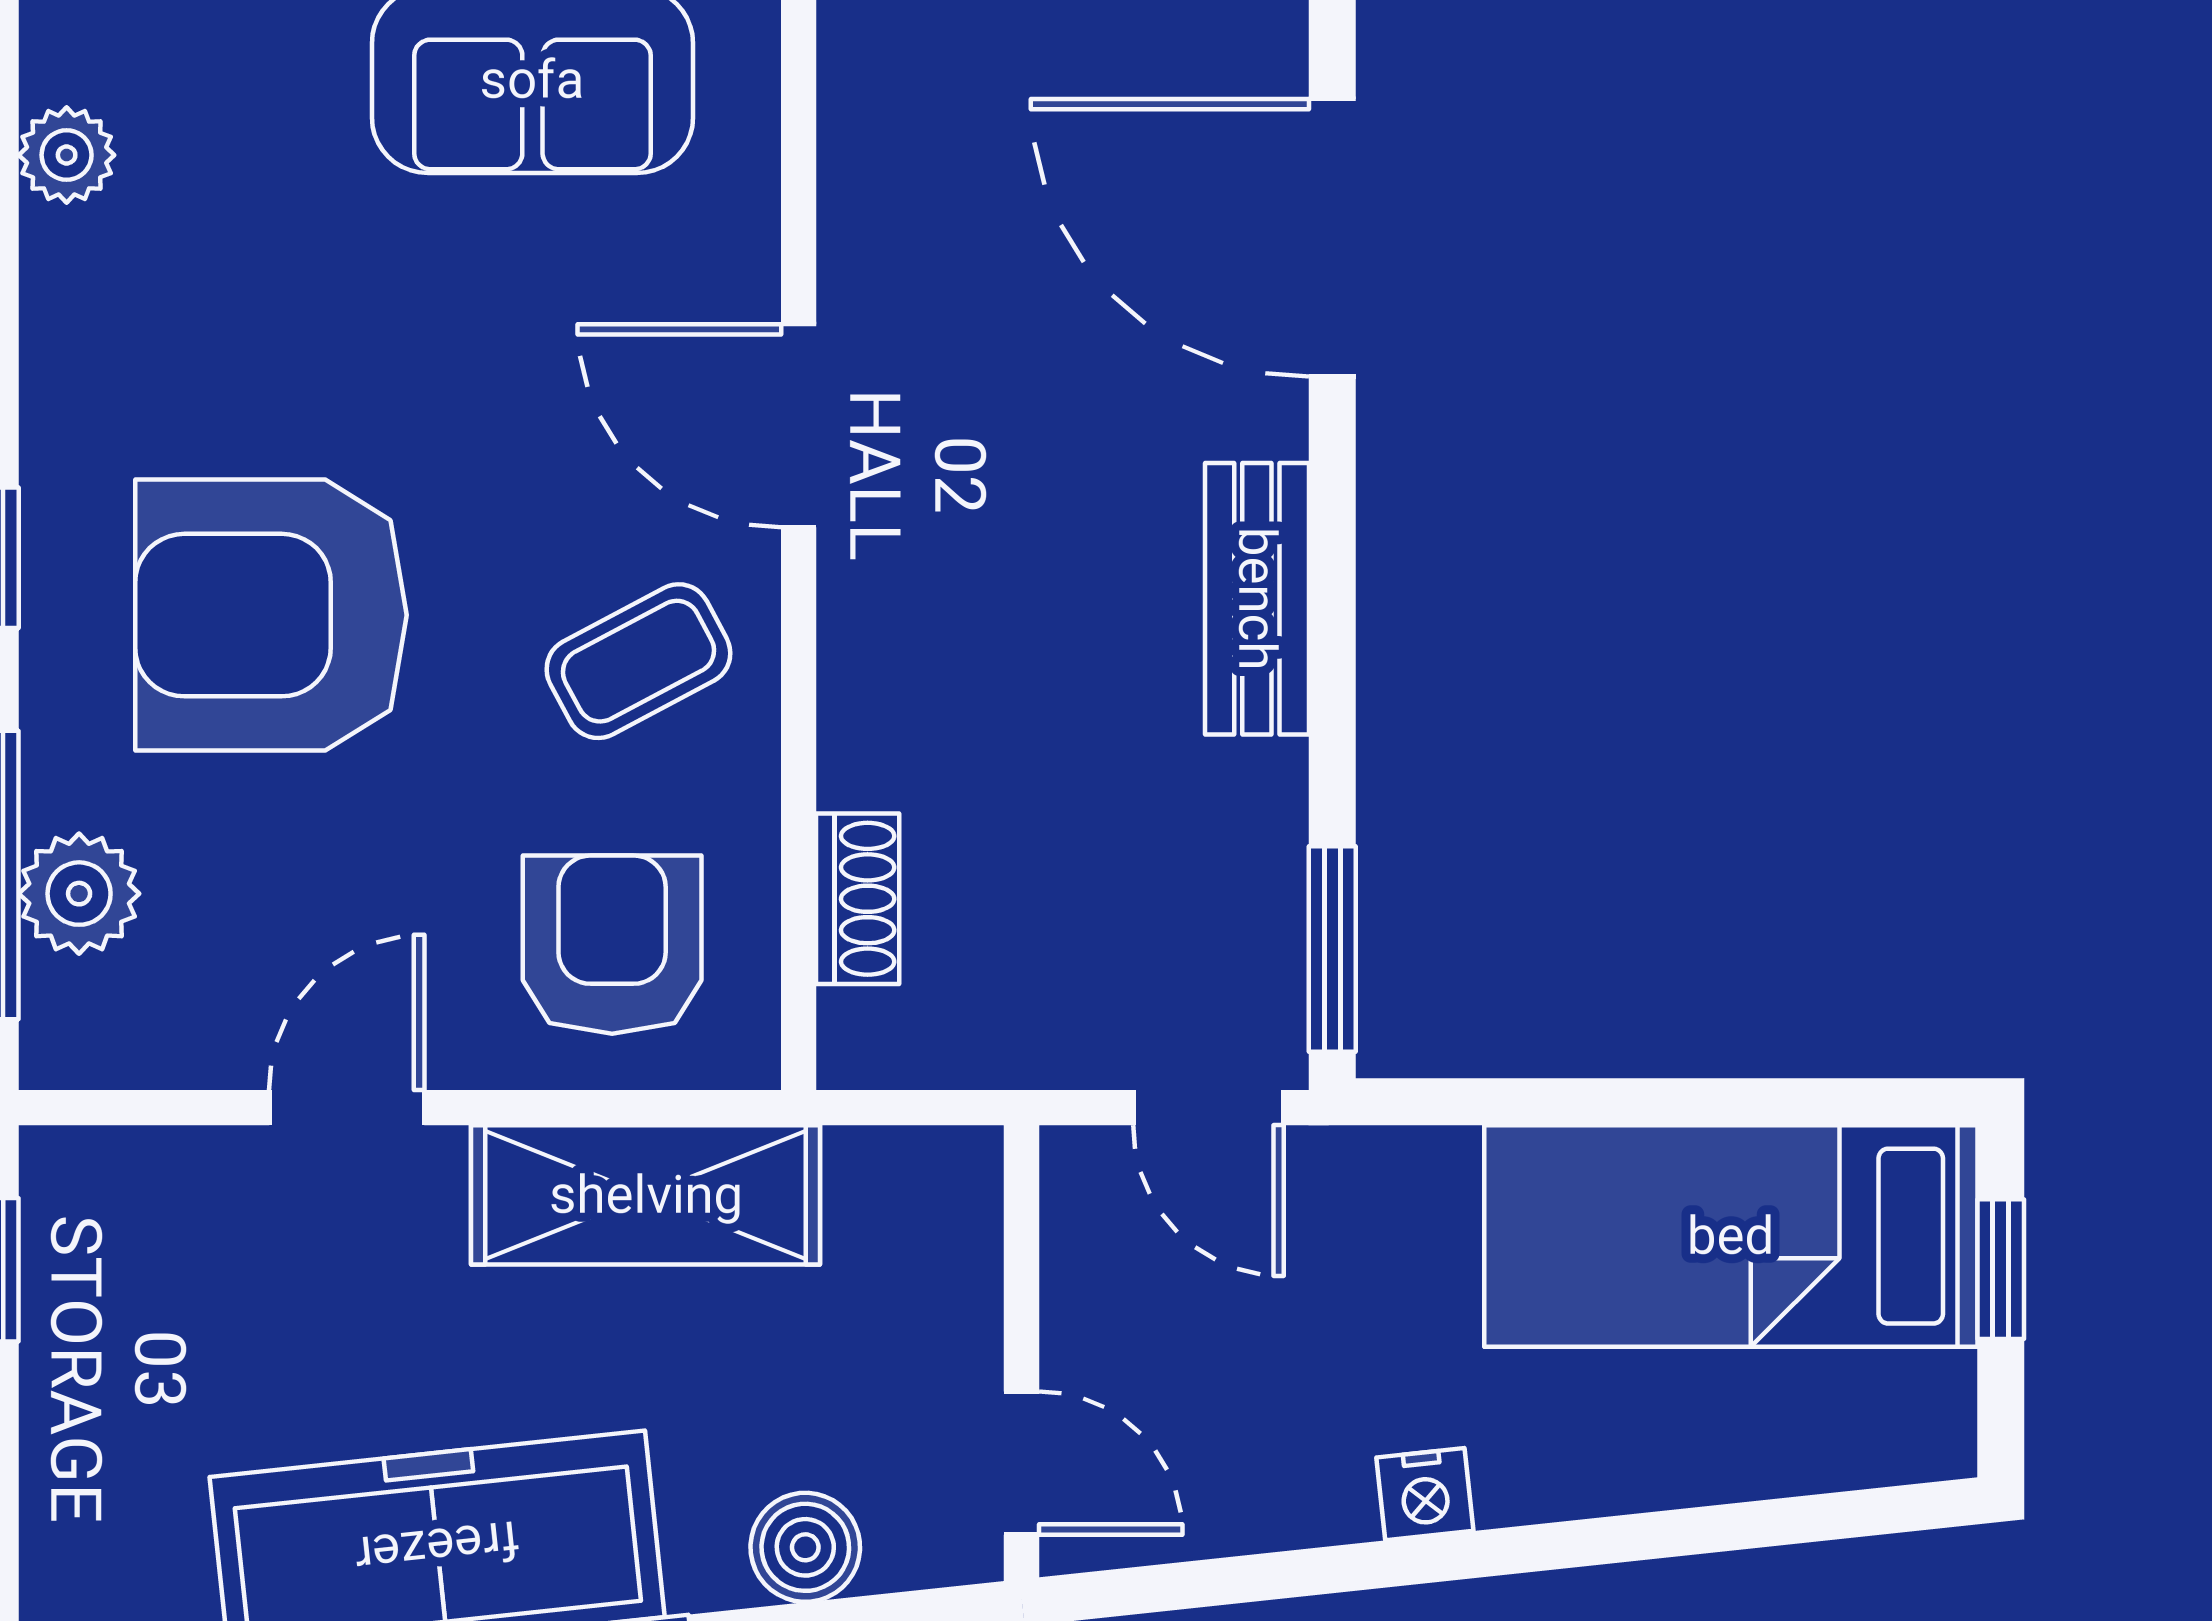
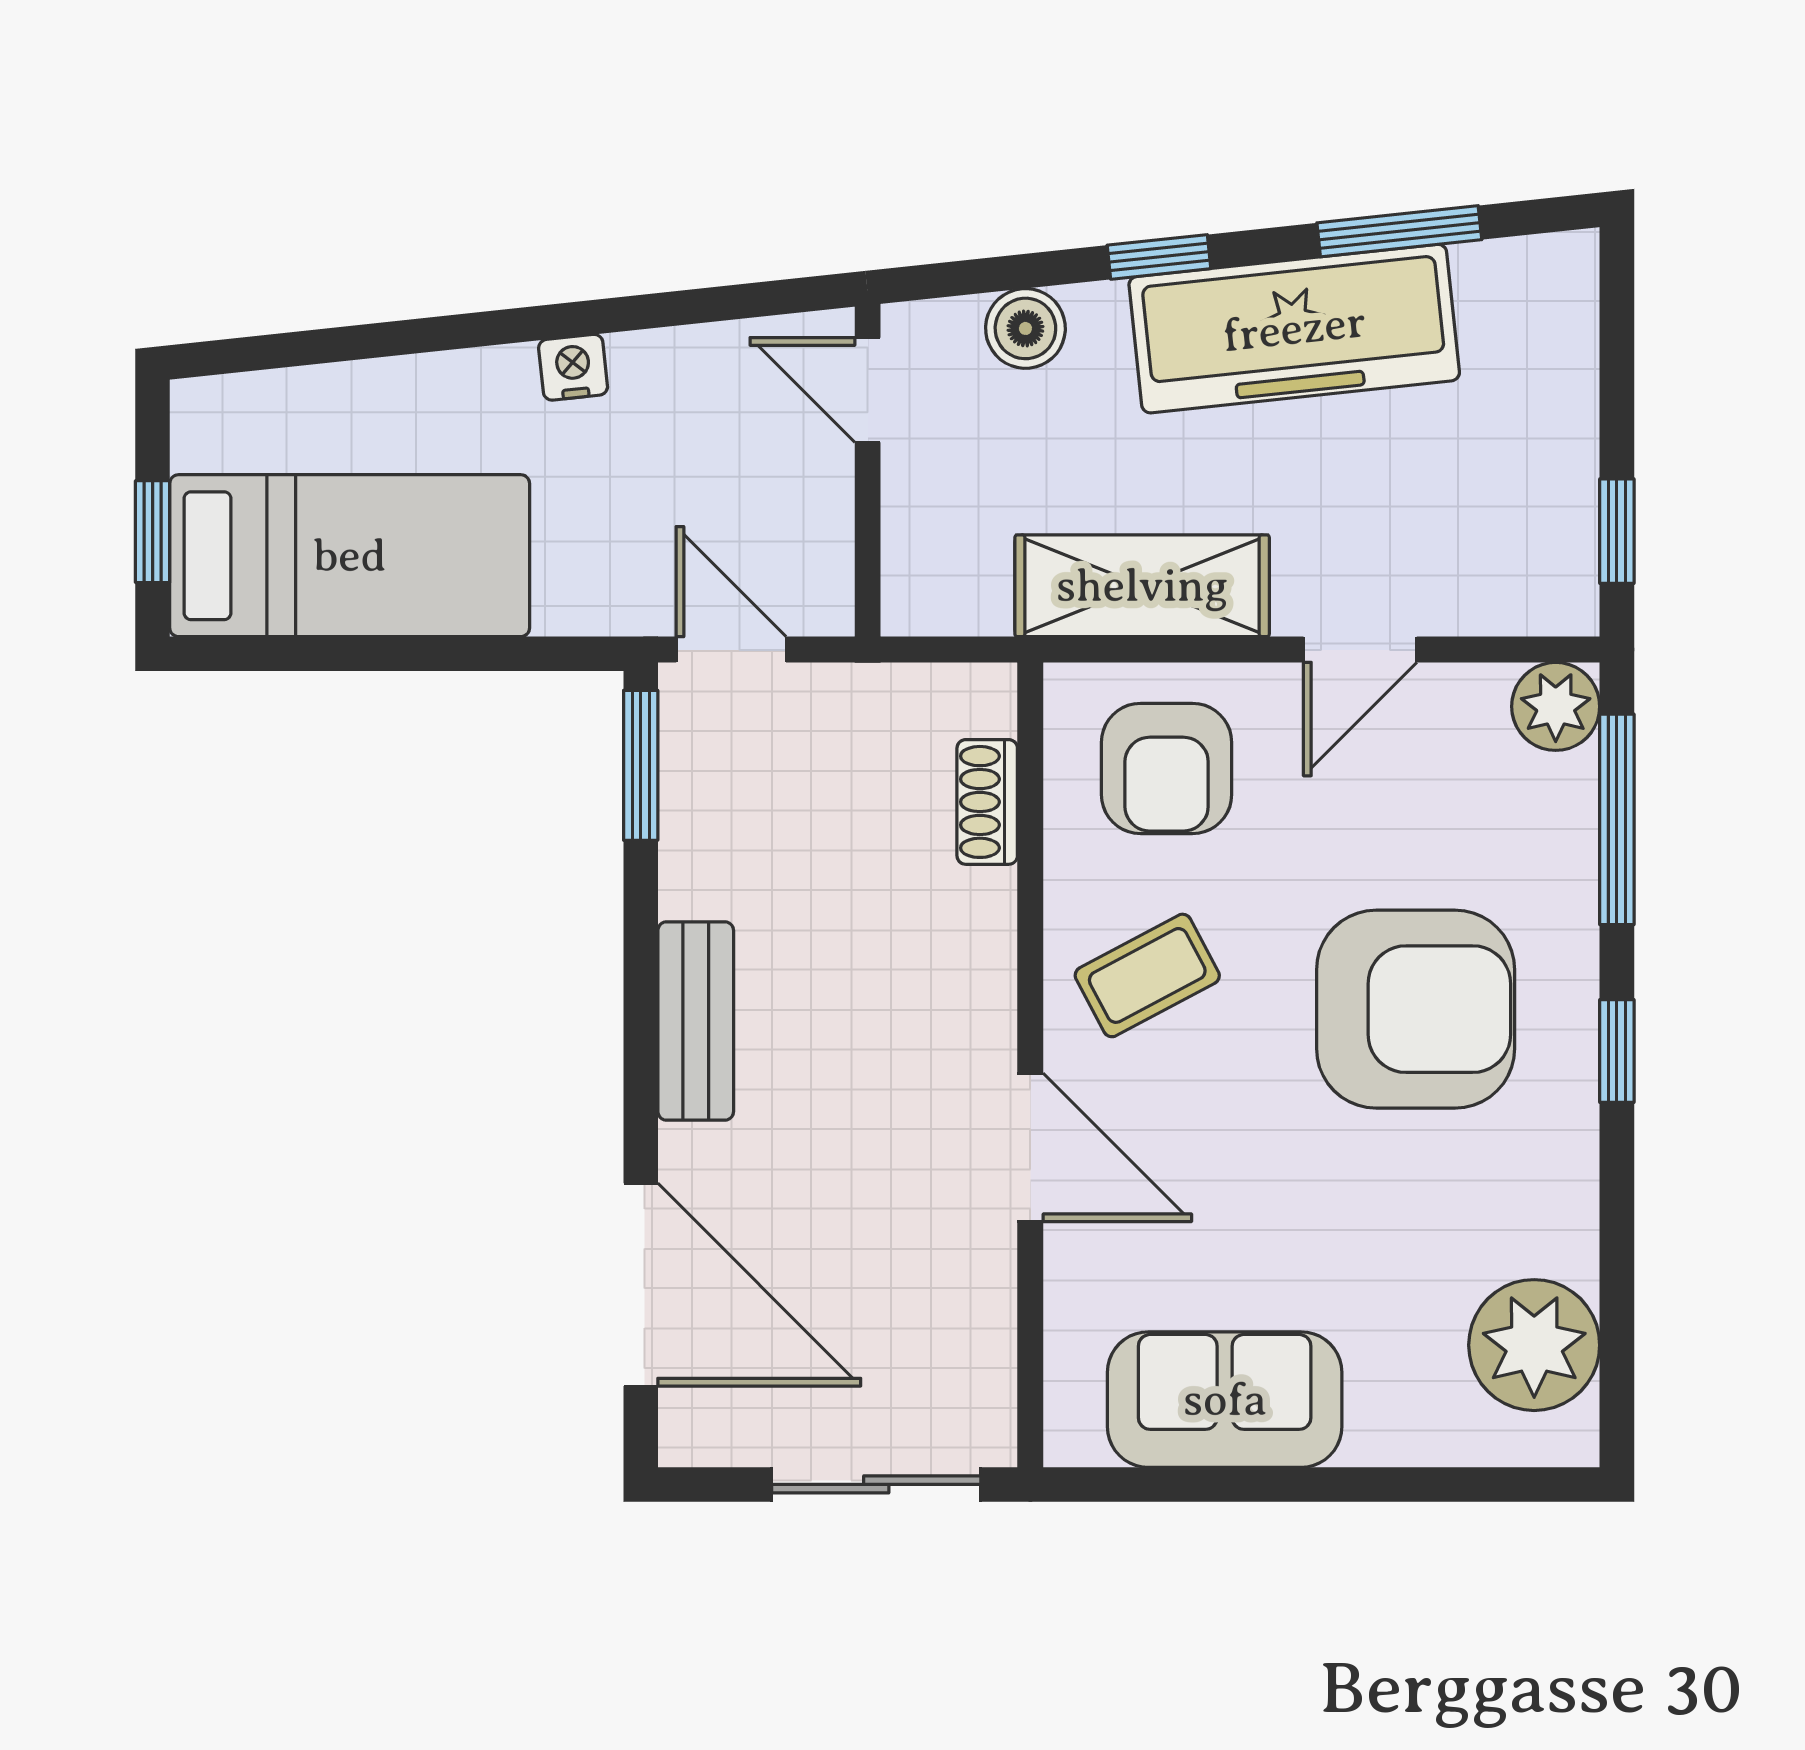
plant: (67, 155) -> (1534, 1345), width x1.87, depth x1.87
plant: (79, 894) -> (1556, 706), moved

